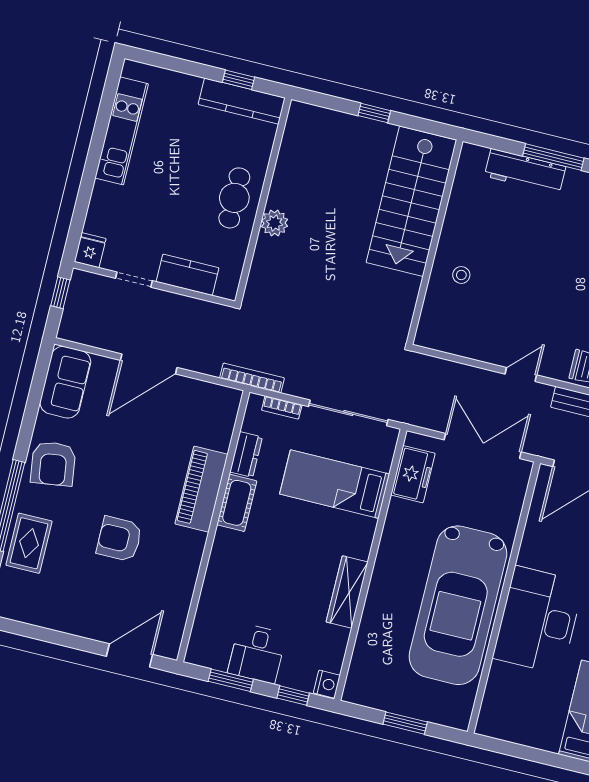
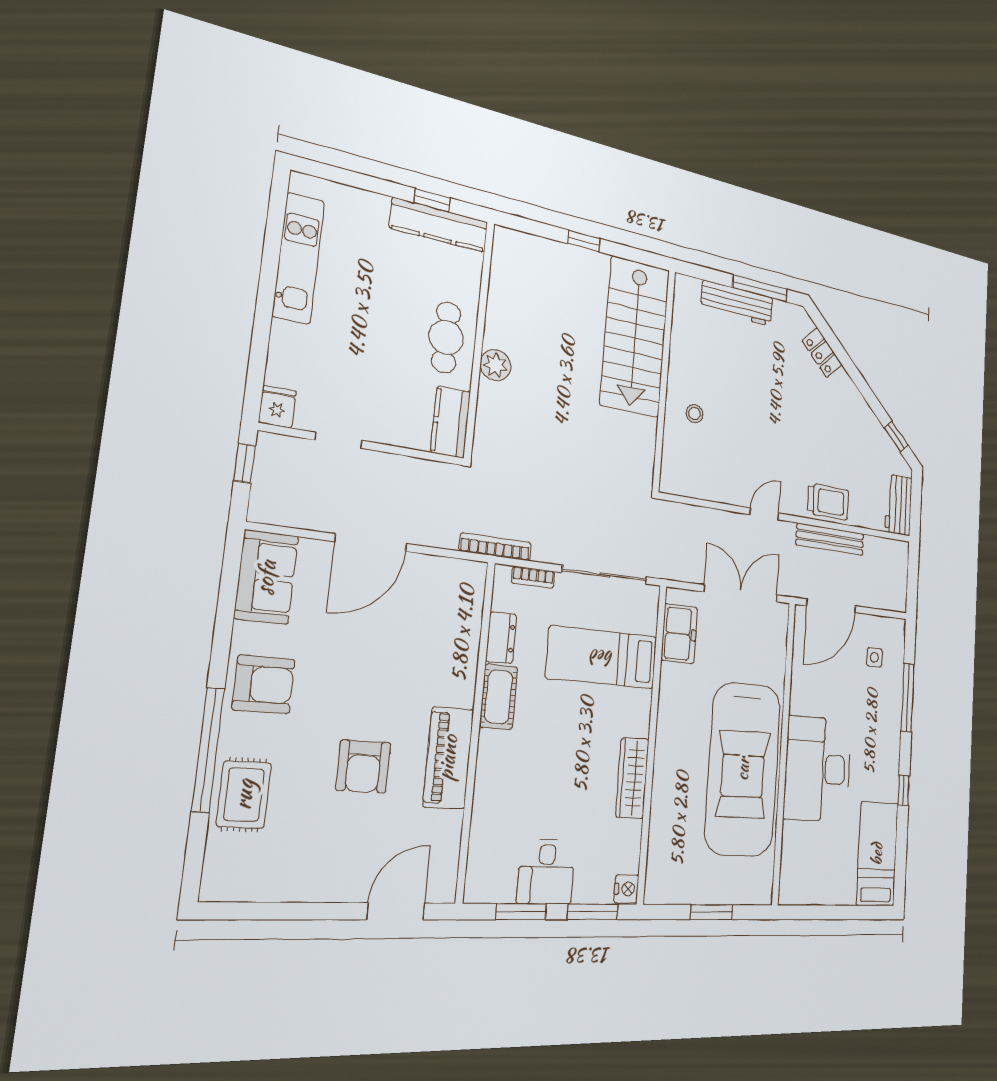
kitchen counter: (188, 275) -> (451, 422), moved, turned -90
armchair: (53, 464) -> (264, 684), turned -82
piano: (201, 489) -> (448, 758), moved
armchair: (119, 539) -> (363, 766), turned -90
window: (293, 696) -> (593, 912), width x1.50

